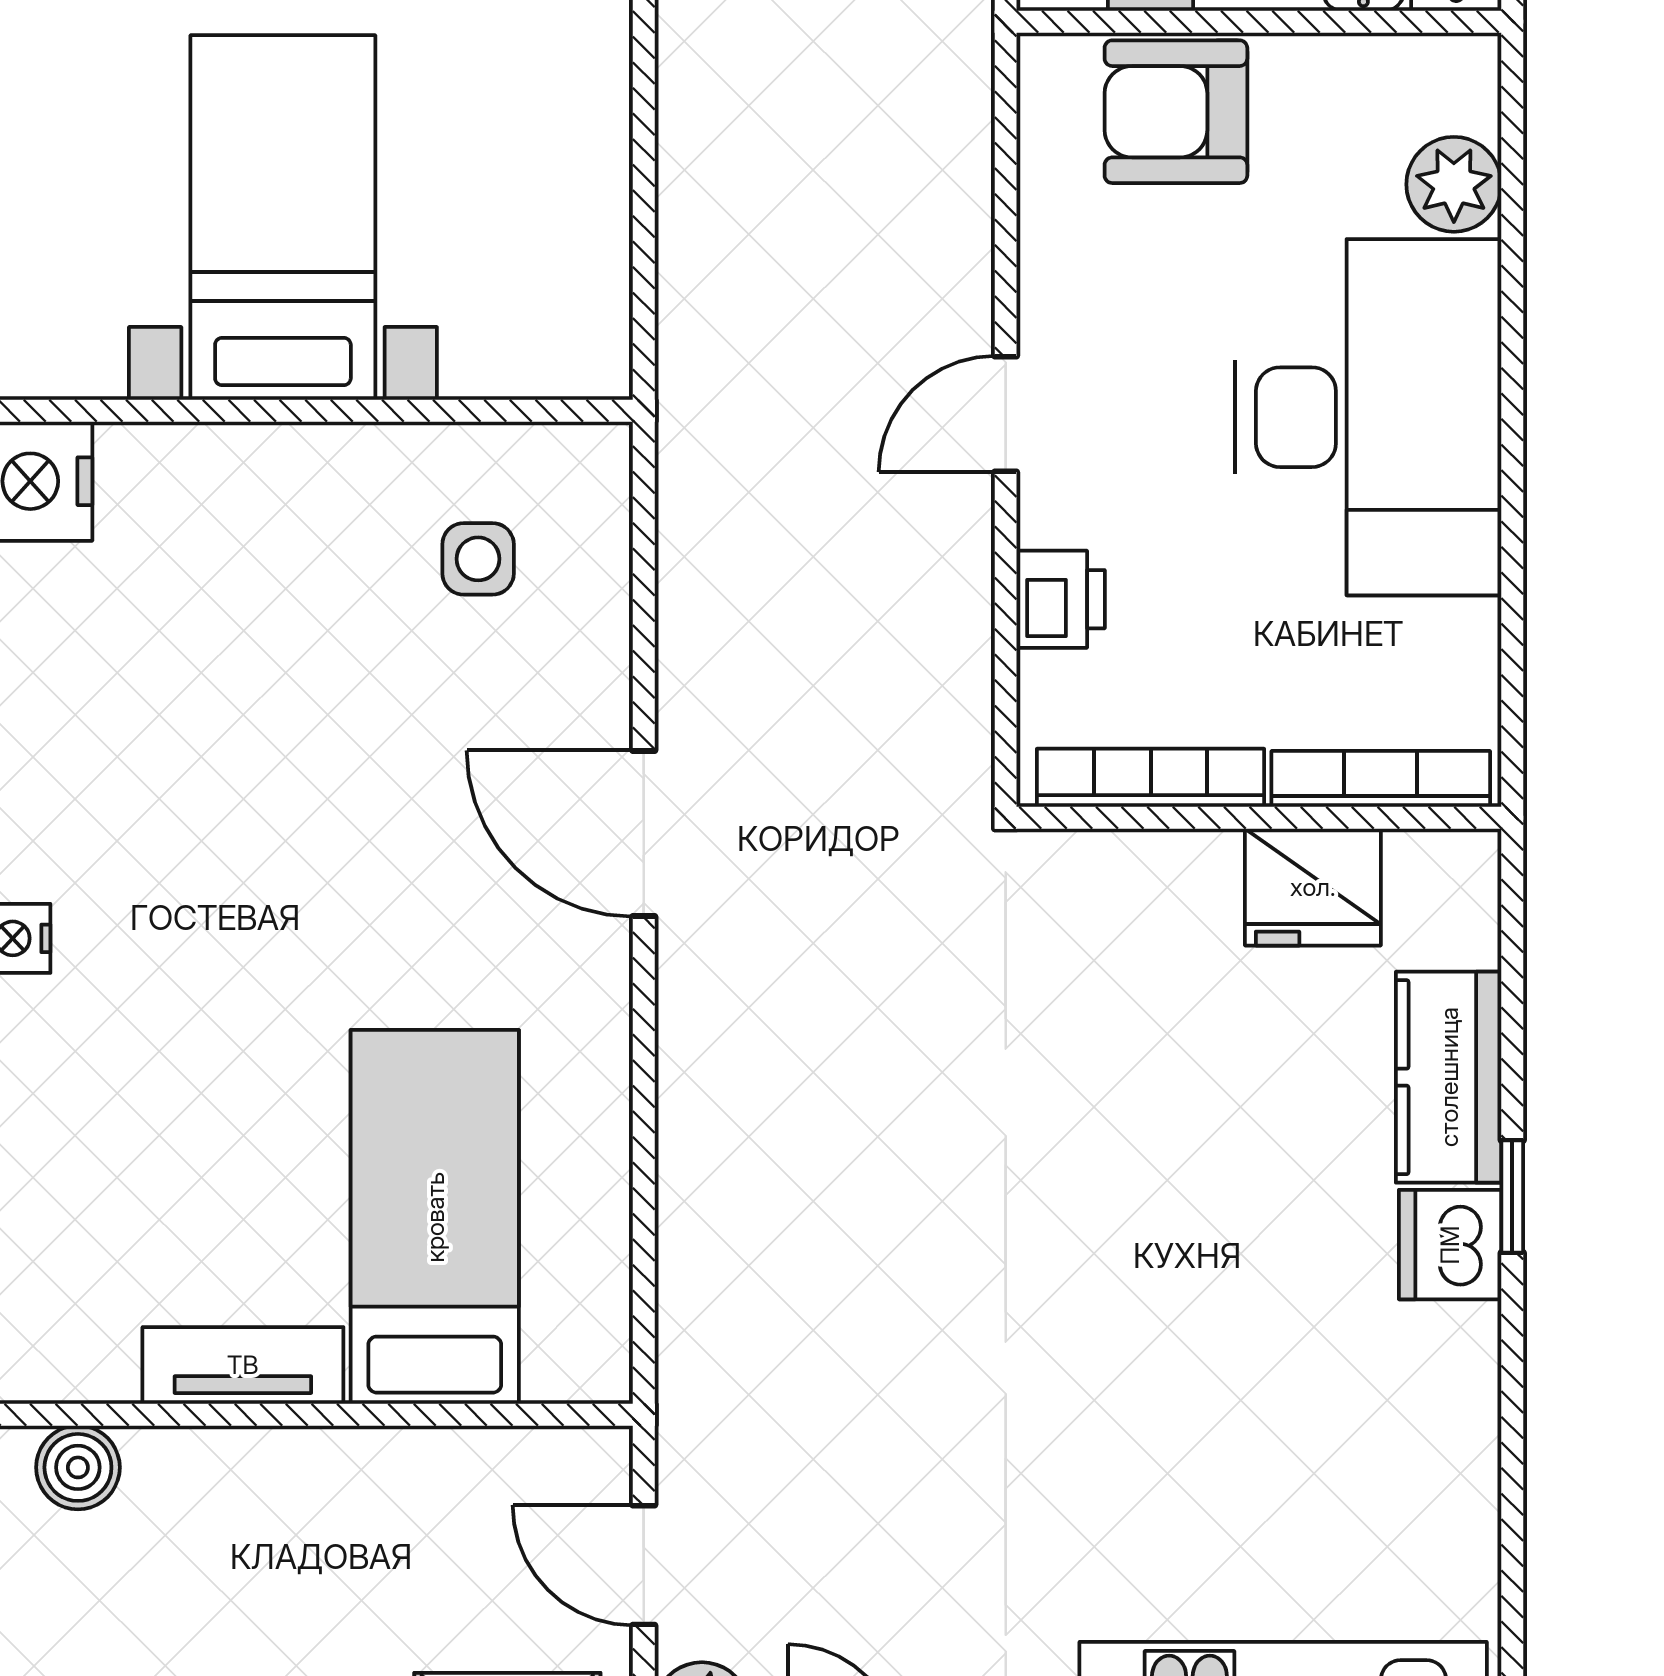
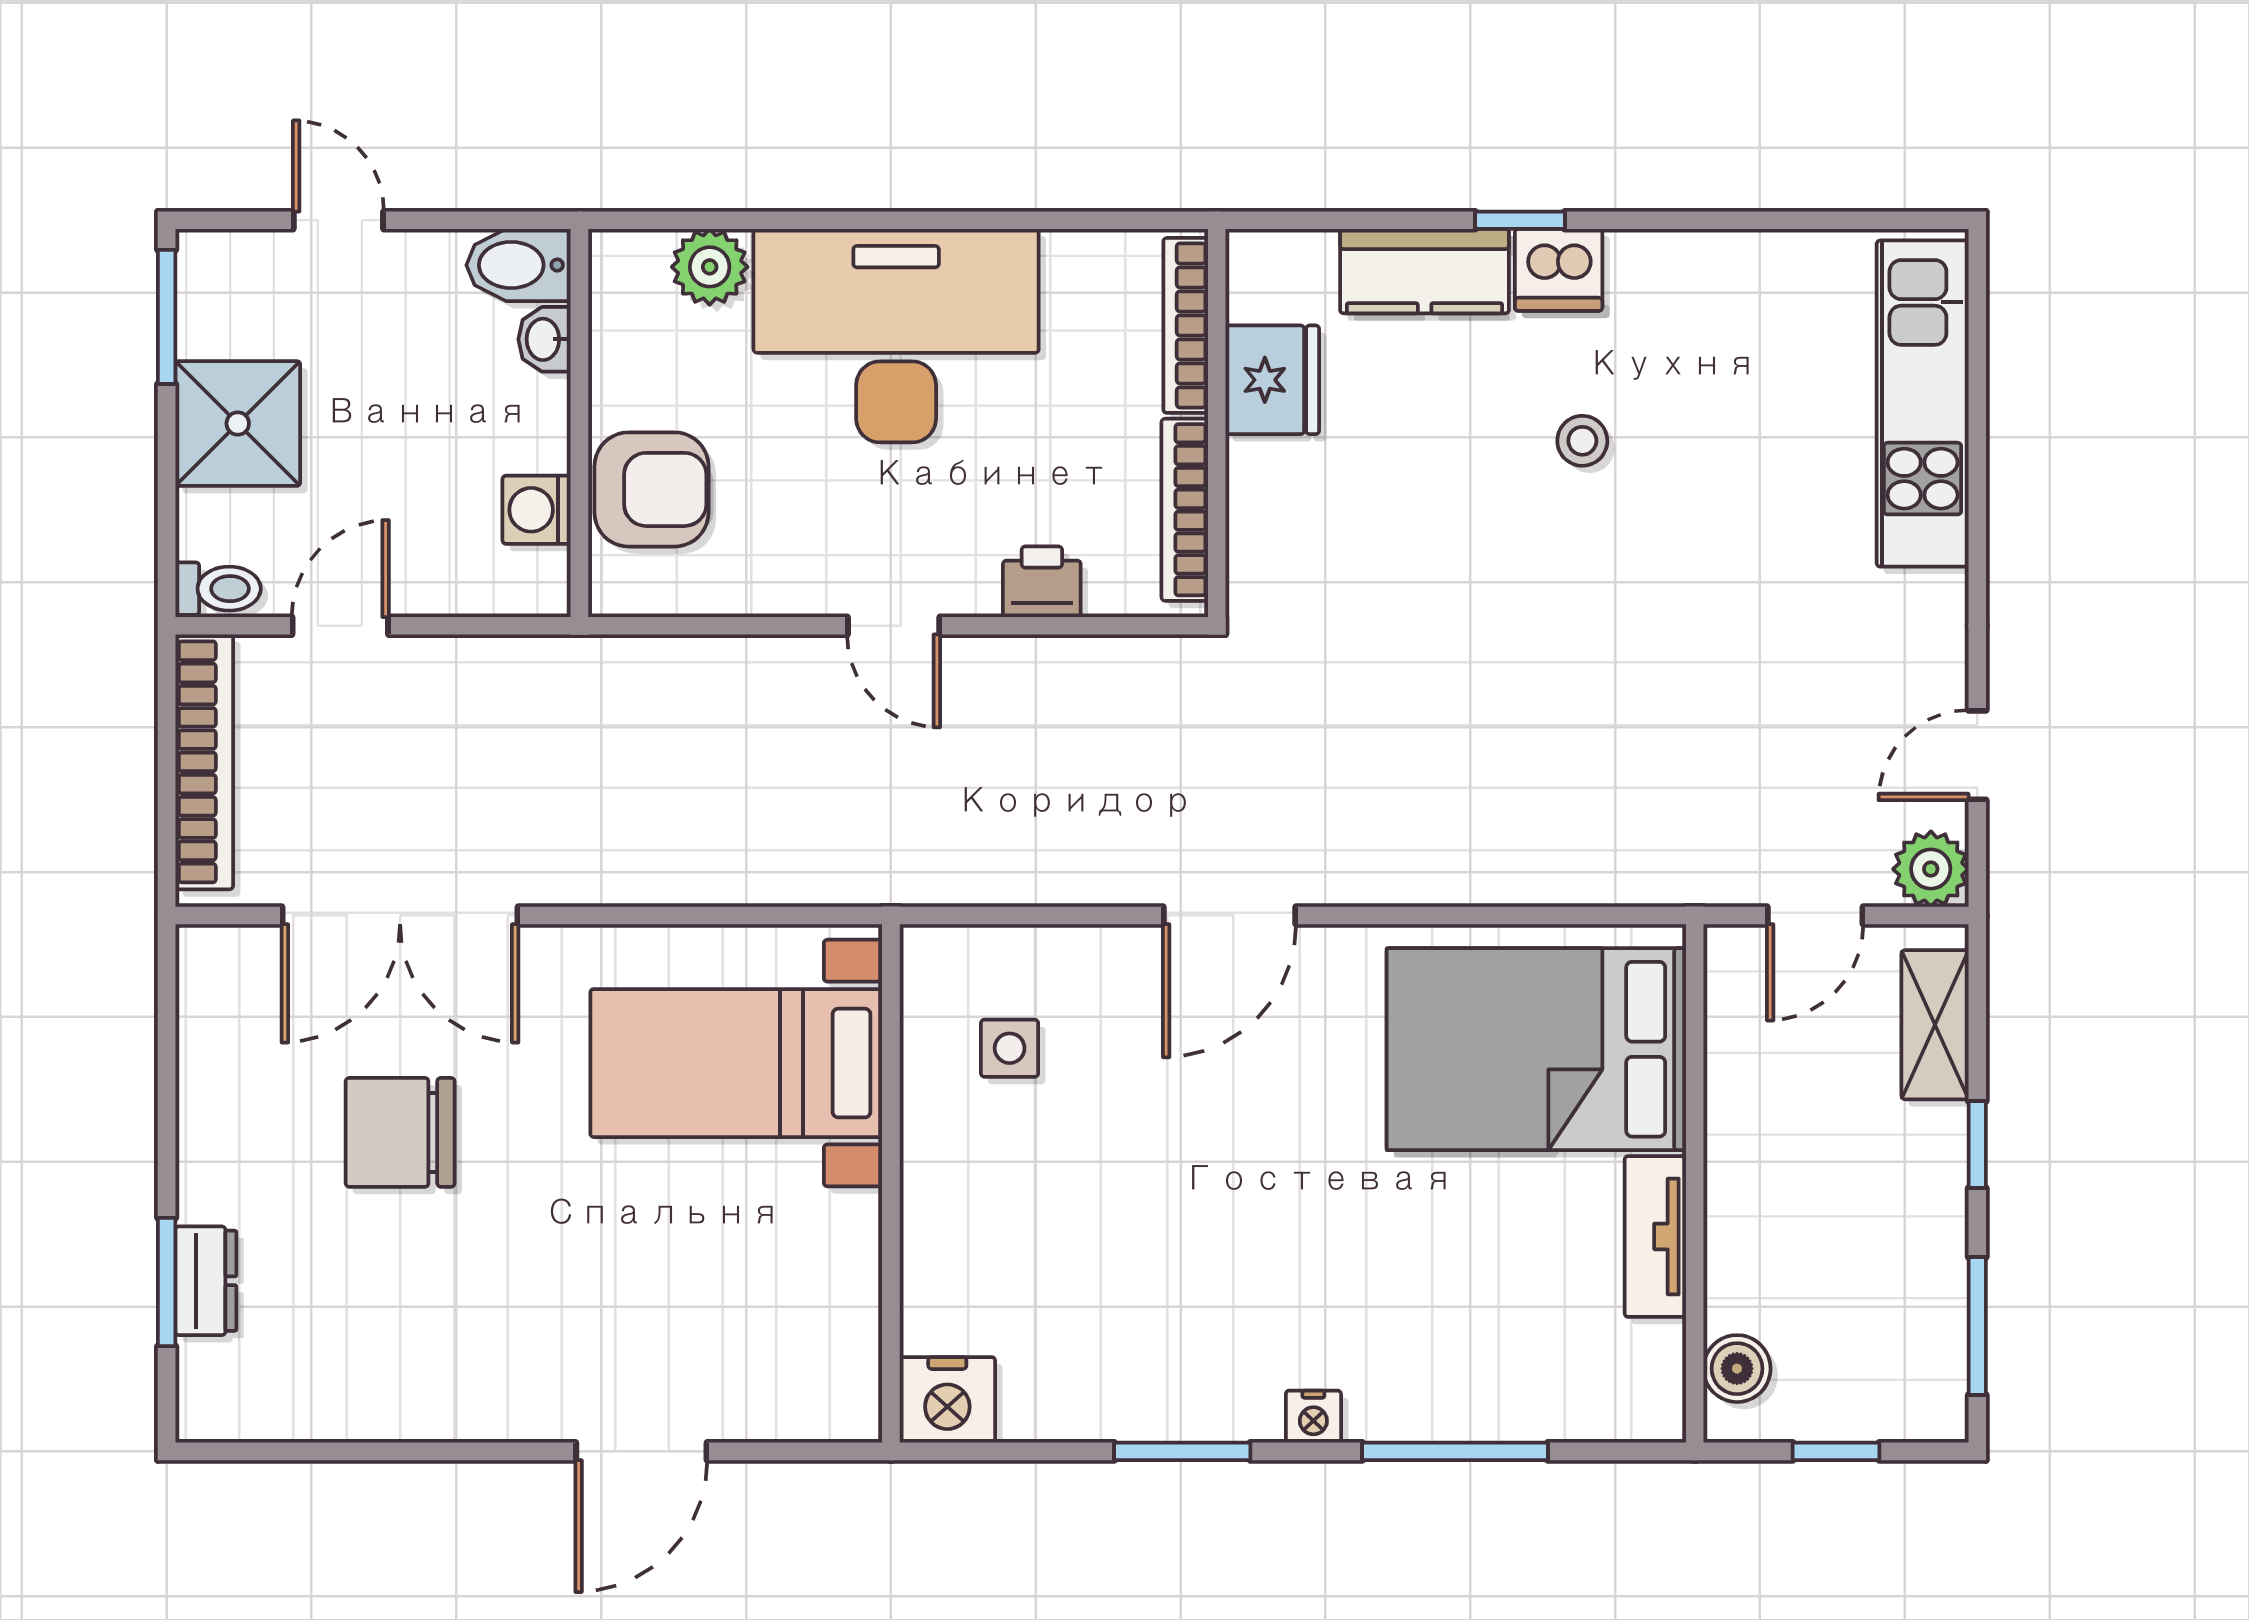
armchair: (1176, 112) -> (652, 489), turned -90
bed with nightstands: (283, 218) -> (736, 1063), moved
bed: (435, 1217) -> (1536, 1049), width x1.50
stool: (1237, 1274) -> (1582, 441), added

